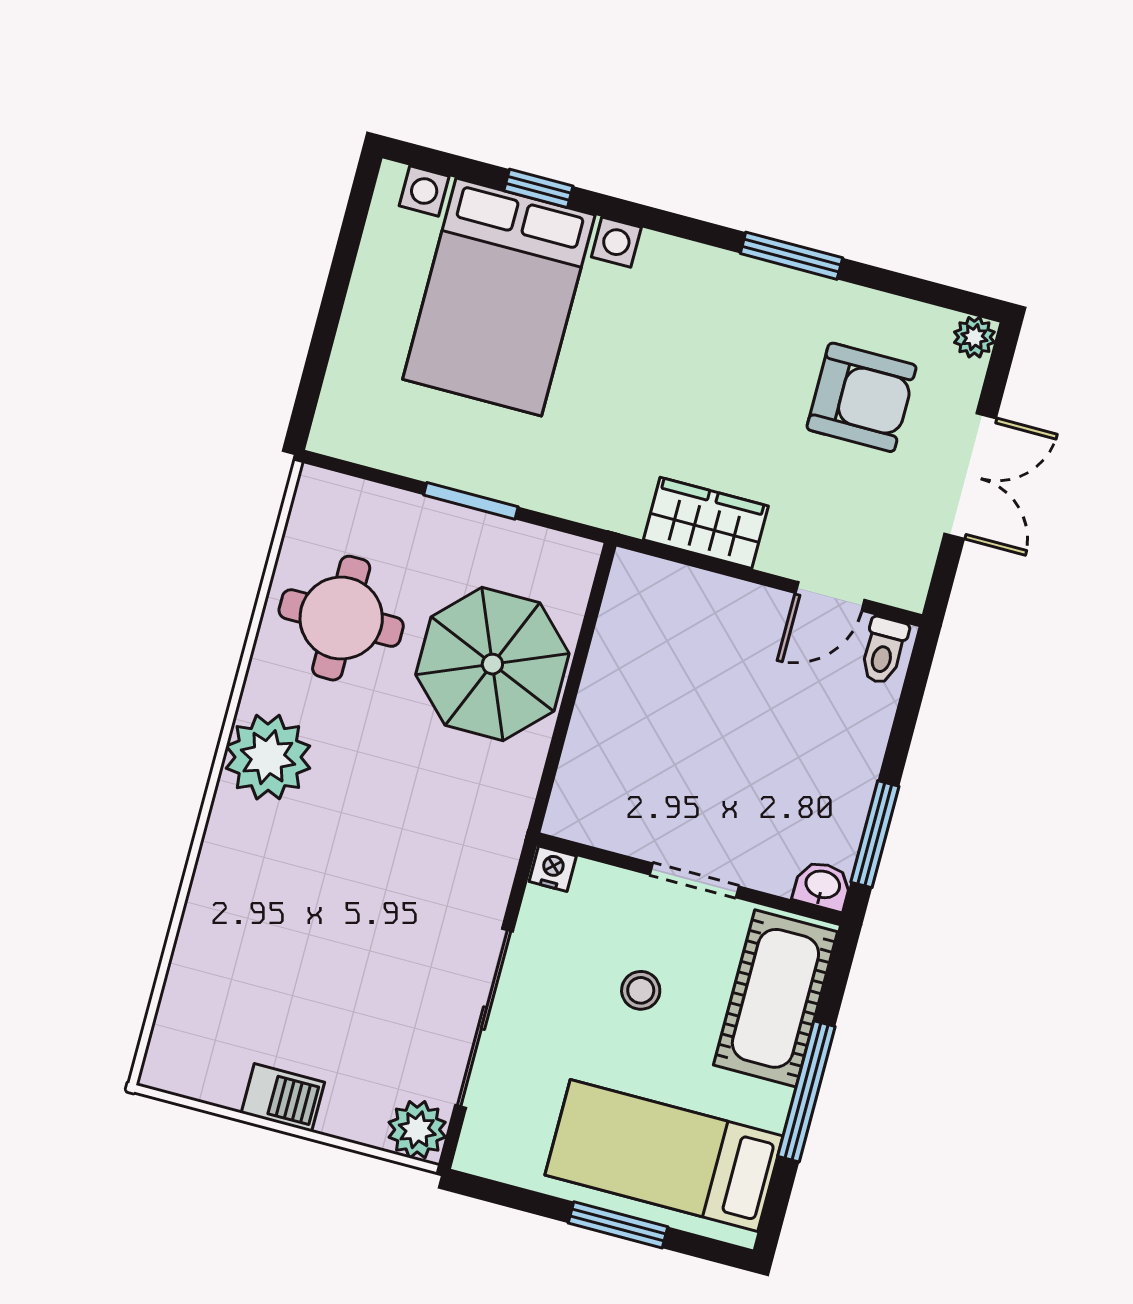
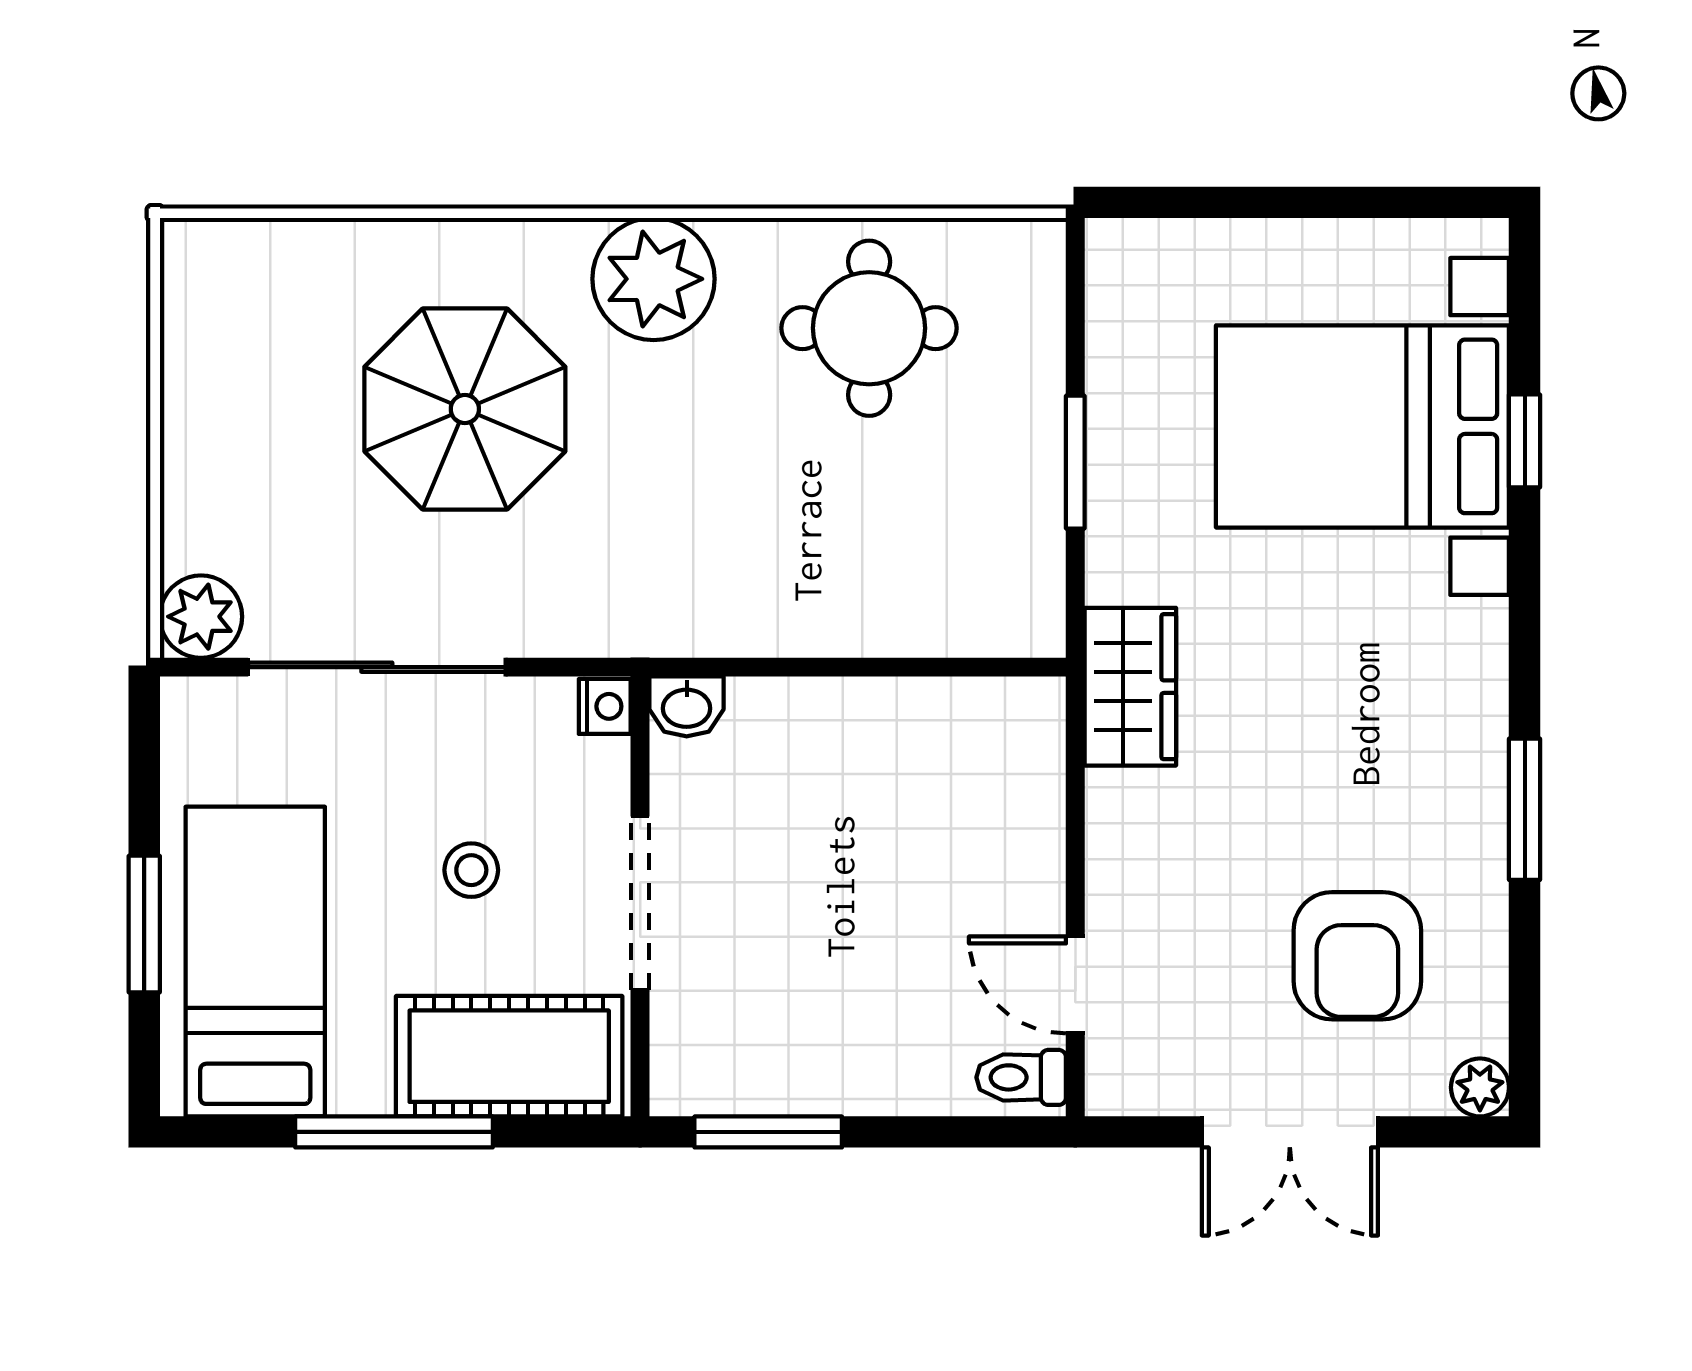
wardrobe: (706, 523) -> (1130, 687), moved
parasol: (492, 664) -> (465, 409), moved
doorway: (694, 880) -> (640, 903), width x1.38
washbasin: (822, 886) -> (687, 706), moved, turned 90
barbecue: (283, 1098) -> (196, 422), removed

